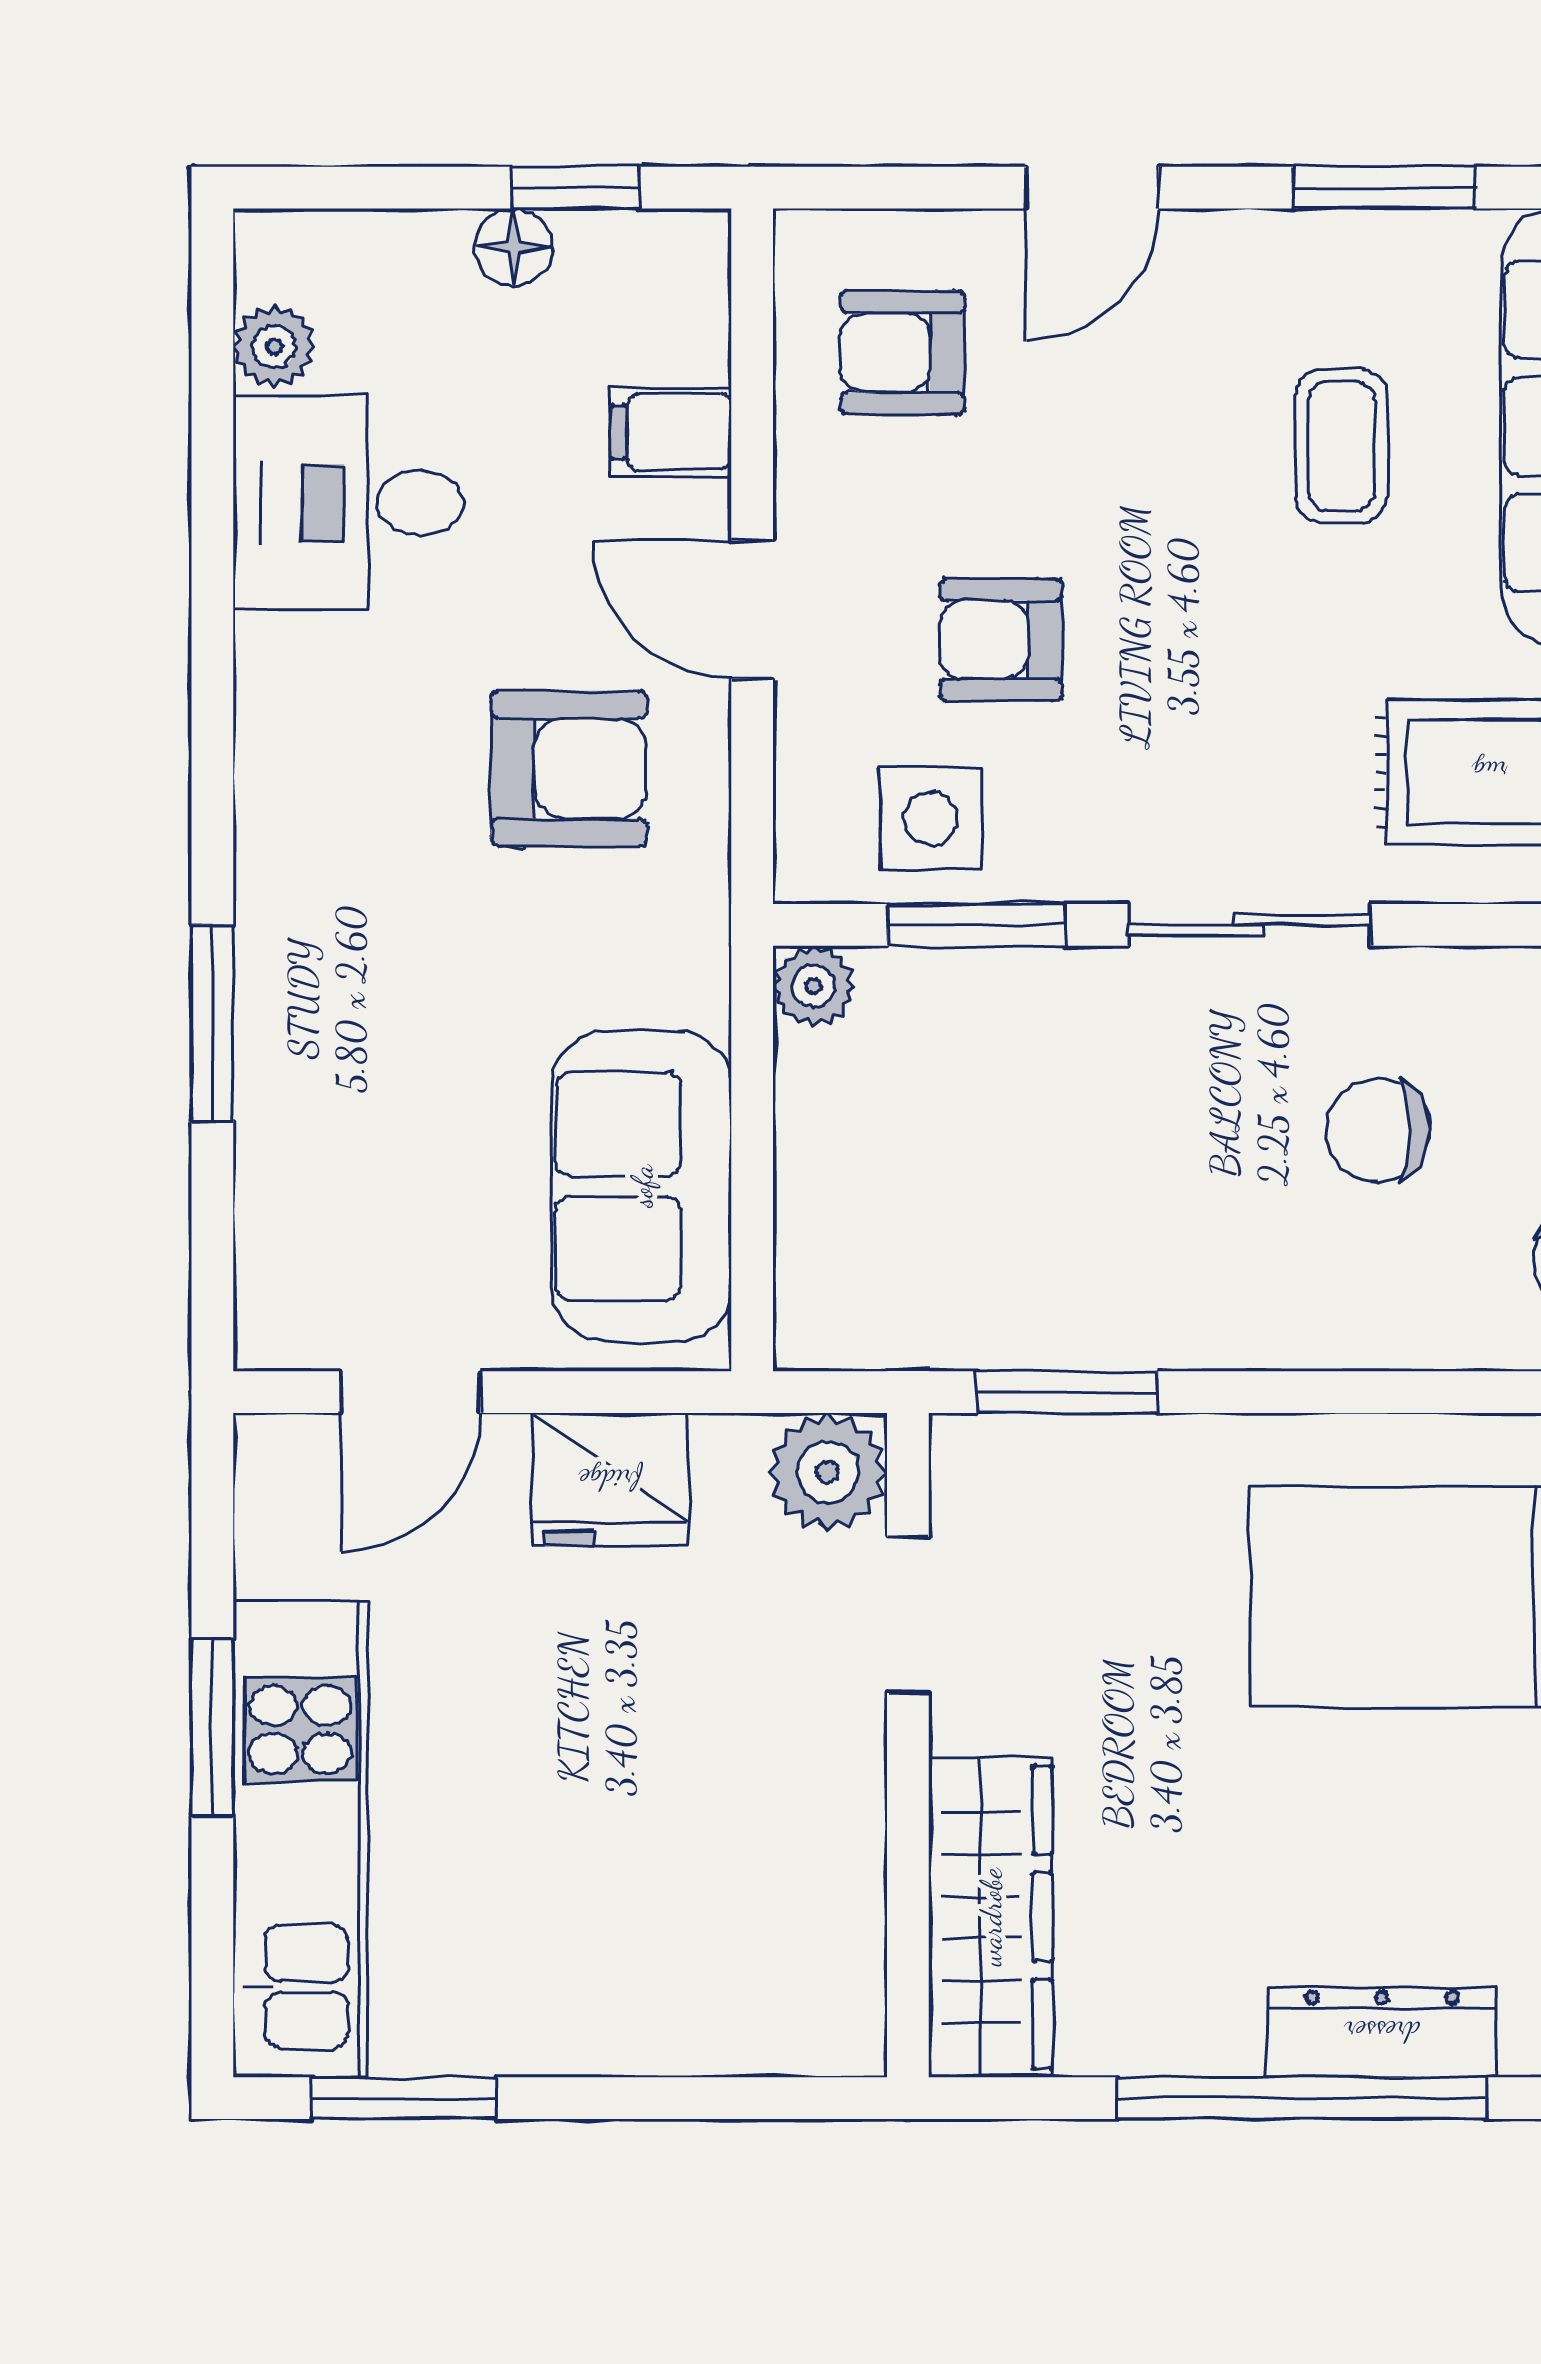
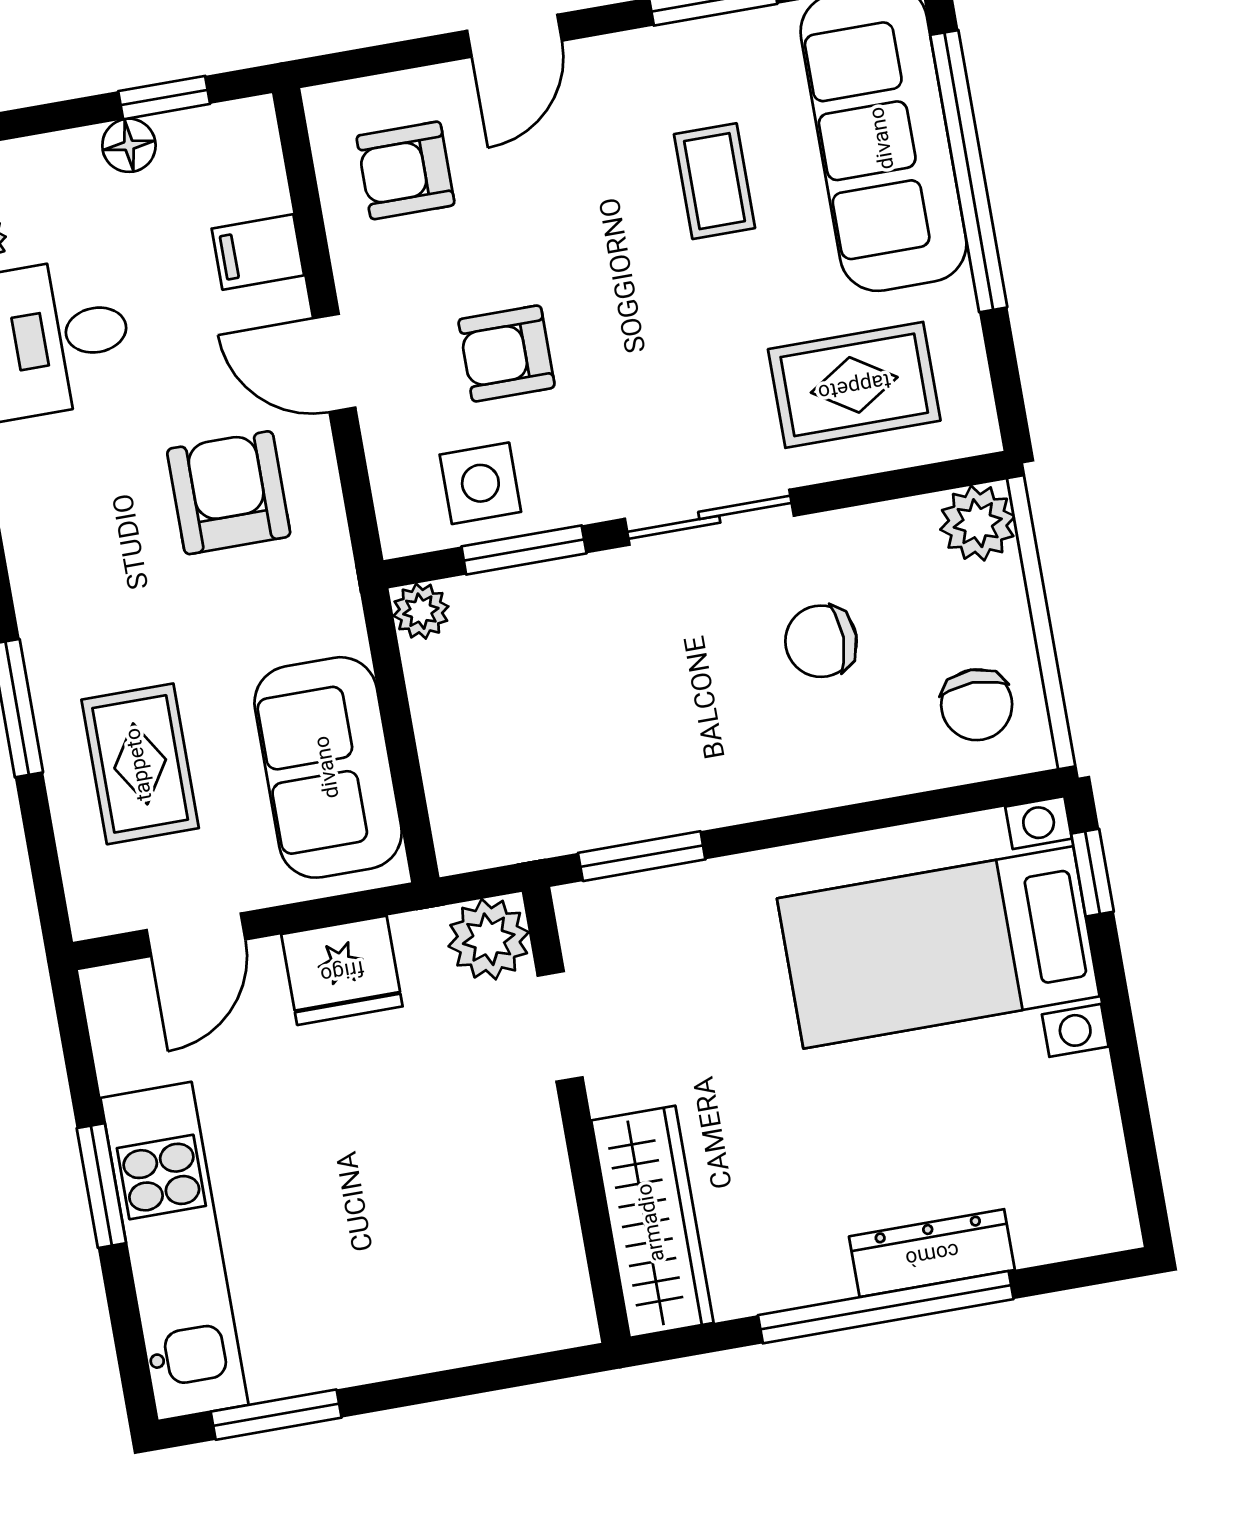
armchair: (569, 769) -> (229, 493), turned -90
rug: (374, 1134) -> (140, 764), added

